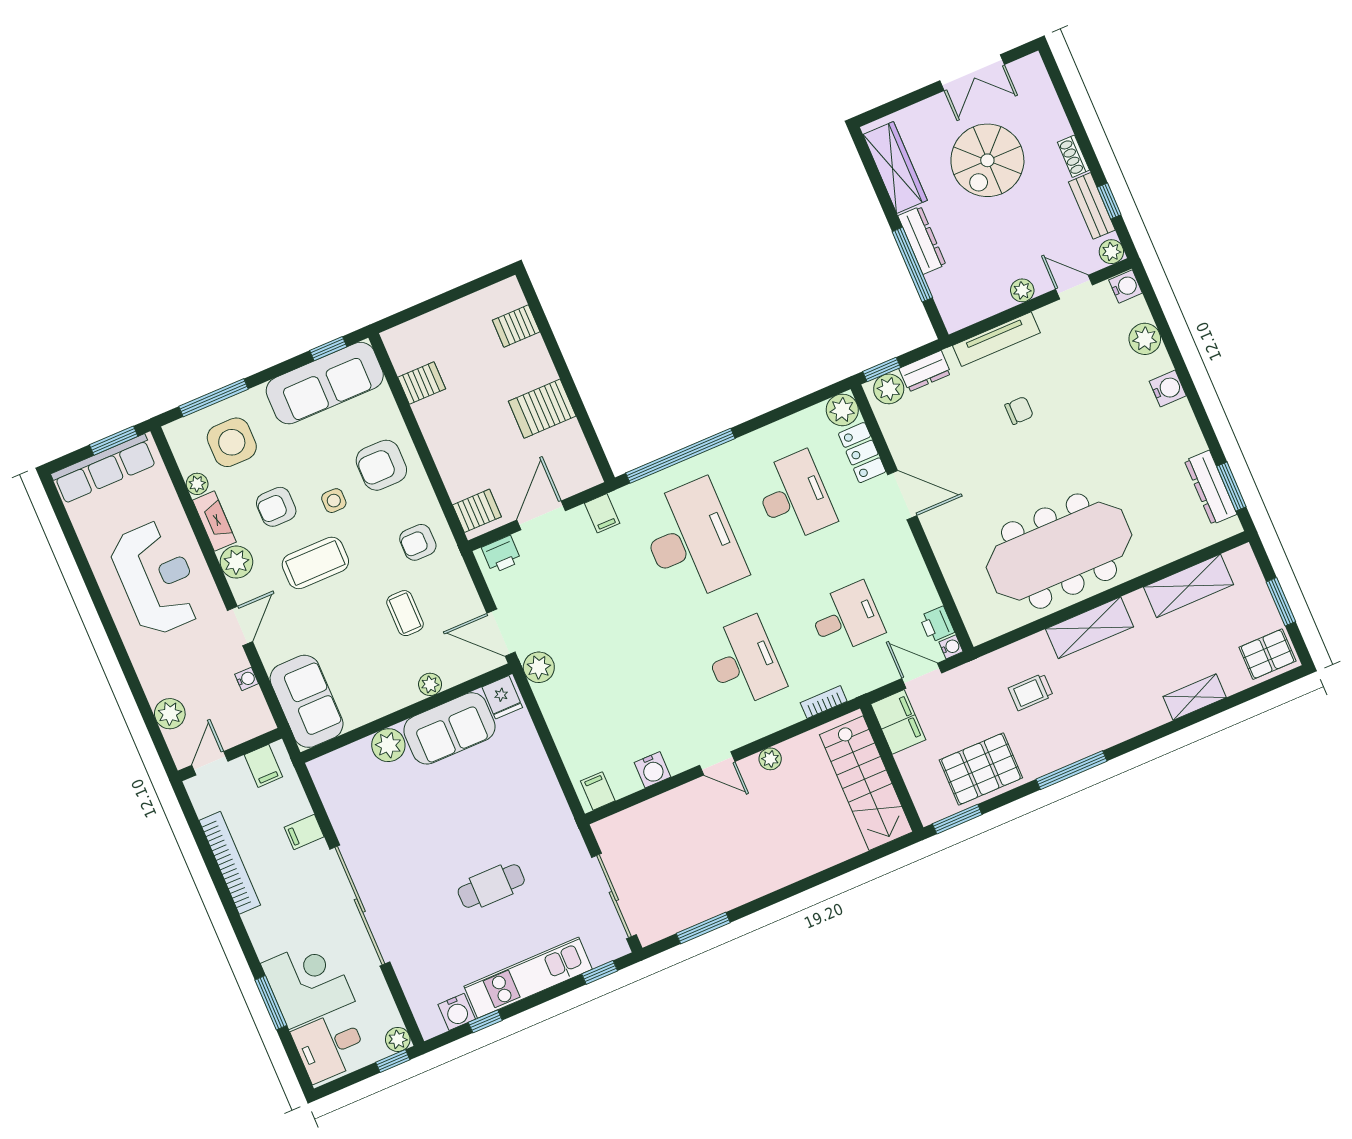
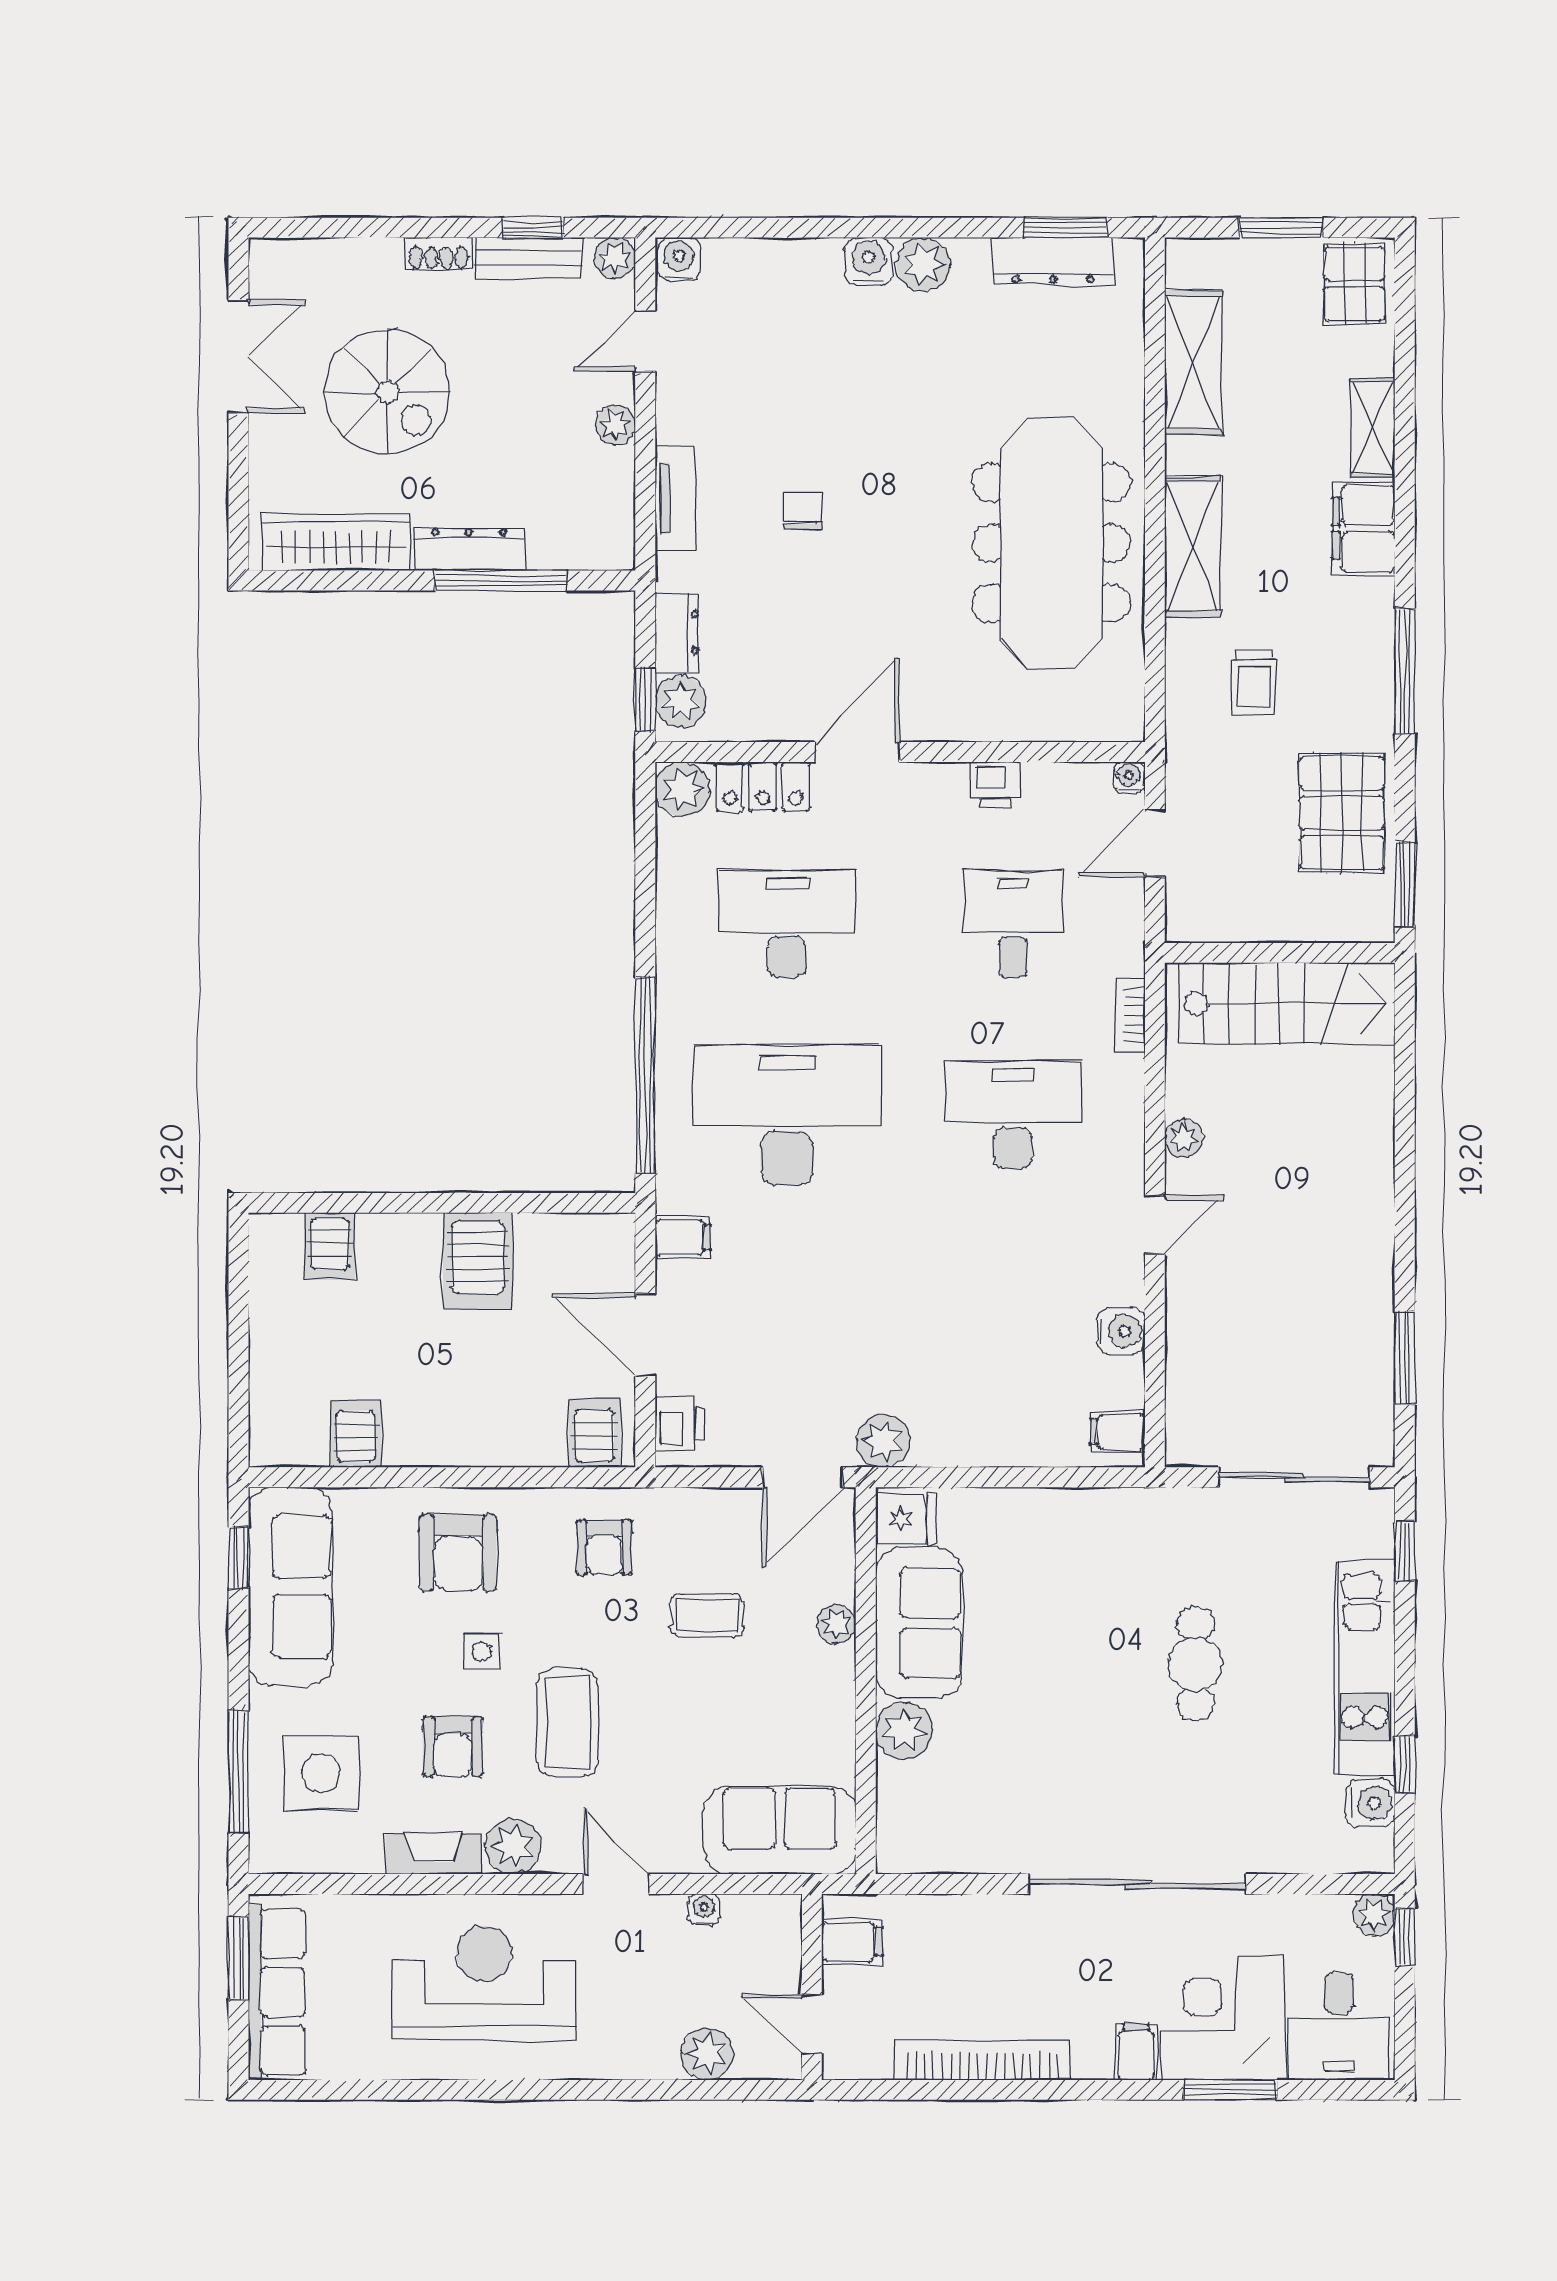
tv unit: (996, 339) -> (675, 498), width x0.71
plant: (1145, 339) -> (923, 264), moved
plant: (197, 484) -> (363, 1856), removed
printer: (937, 624) -> (995, 785), moved
filing cabinet: (898, 722) -> (1364, 529), moved, turned -90
filing cabinet: (304, 832) -> (1136, 2052), moved, turned 180

